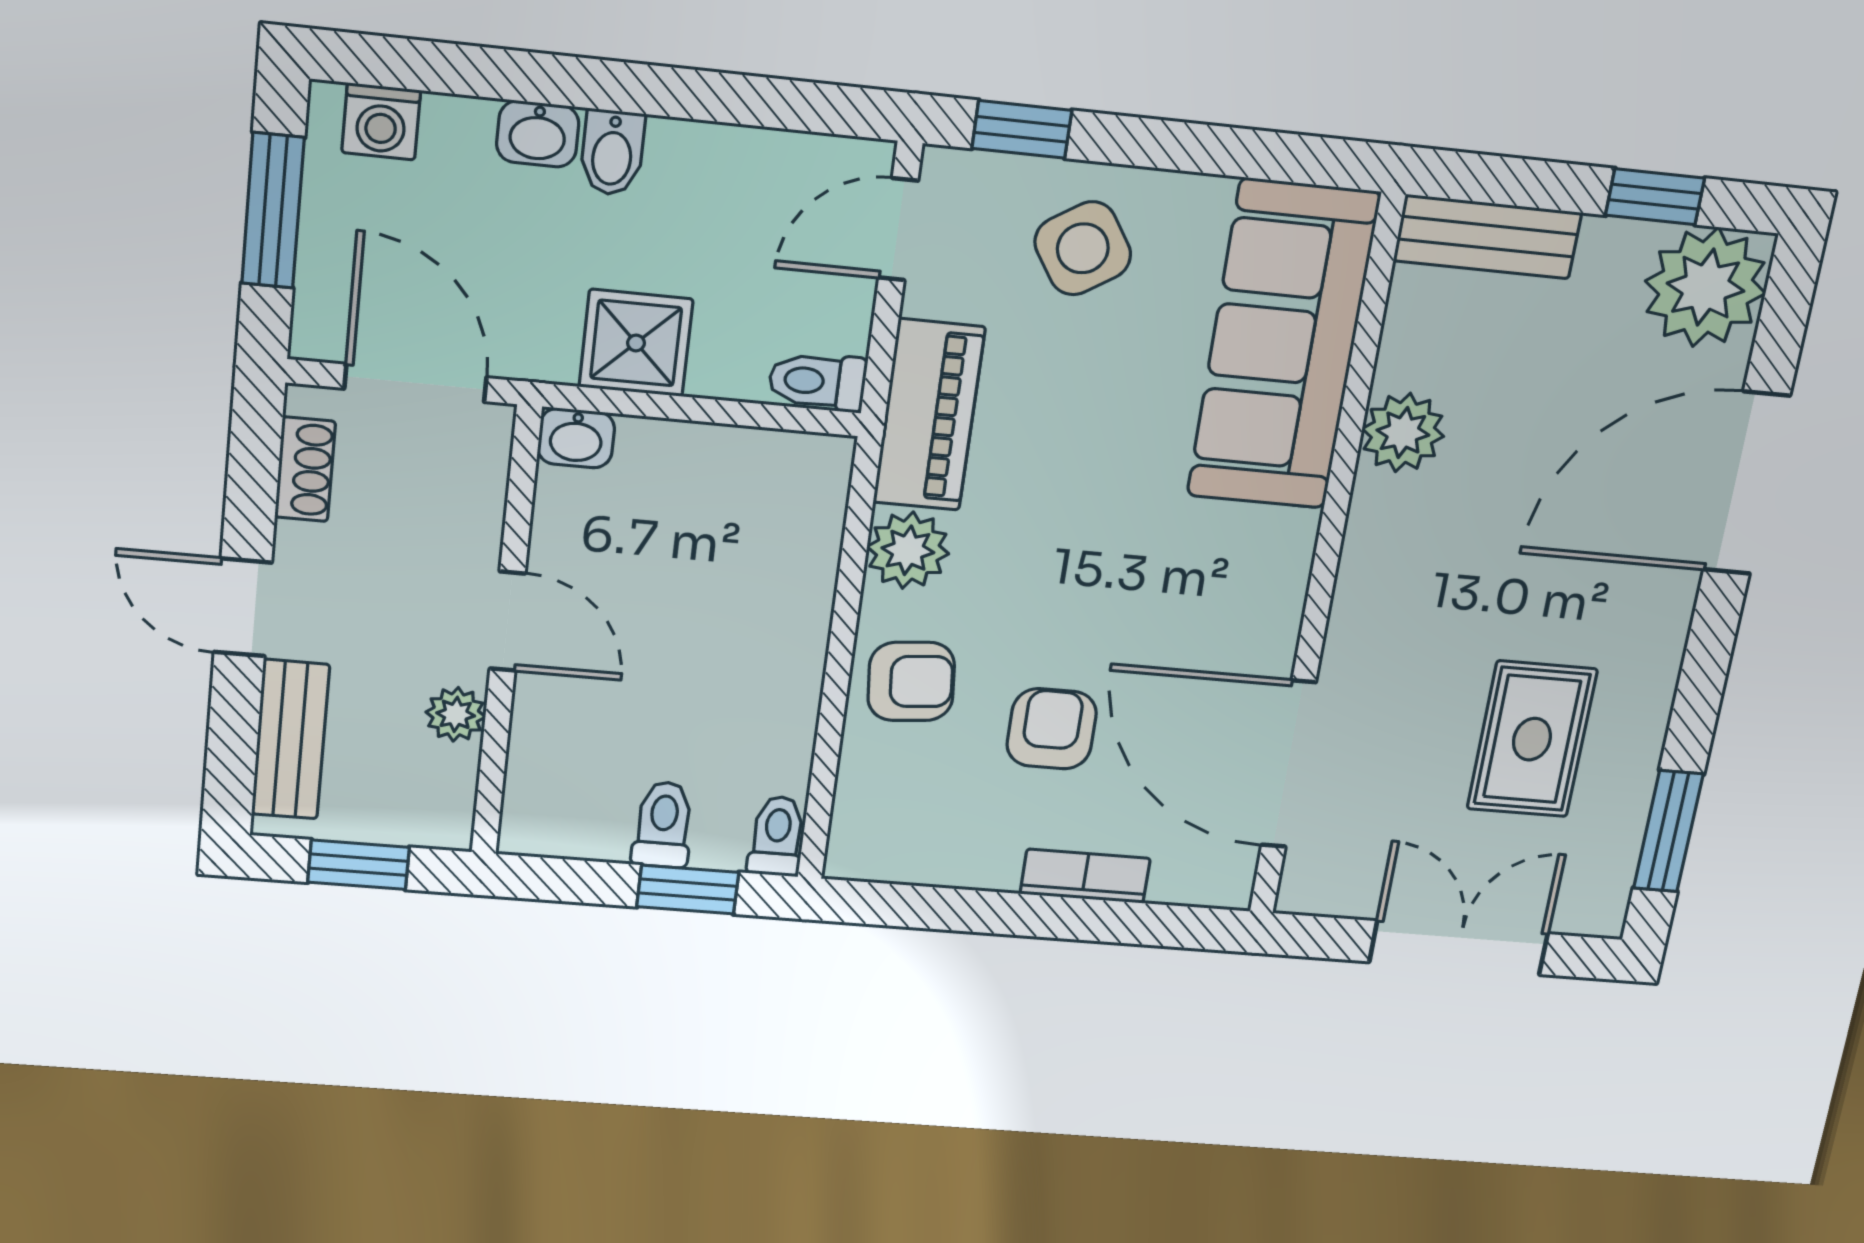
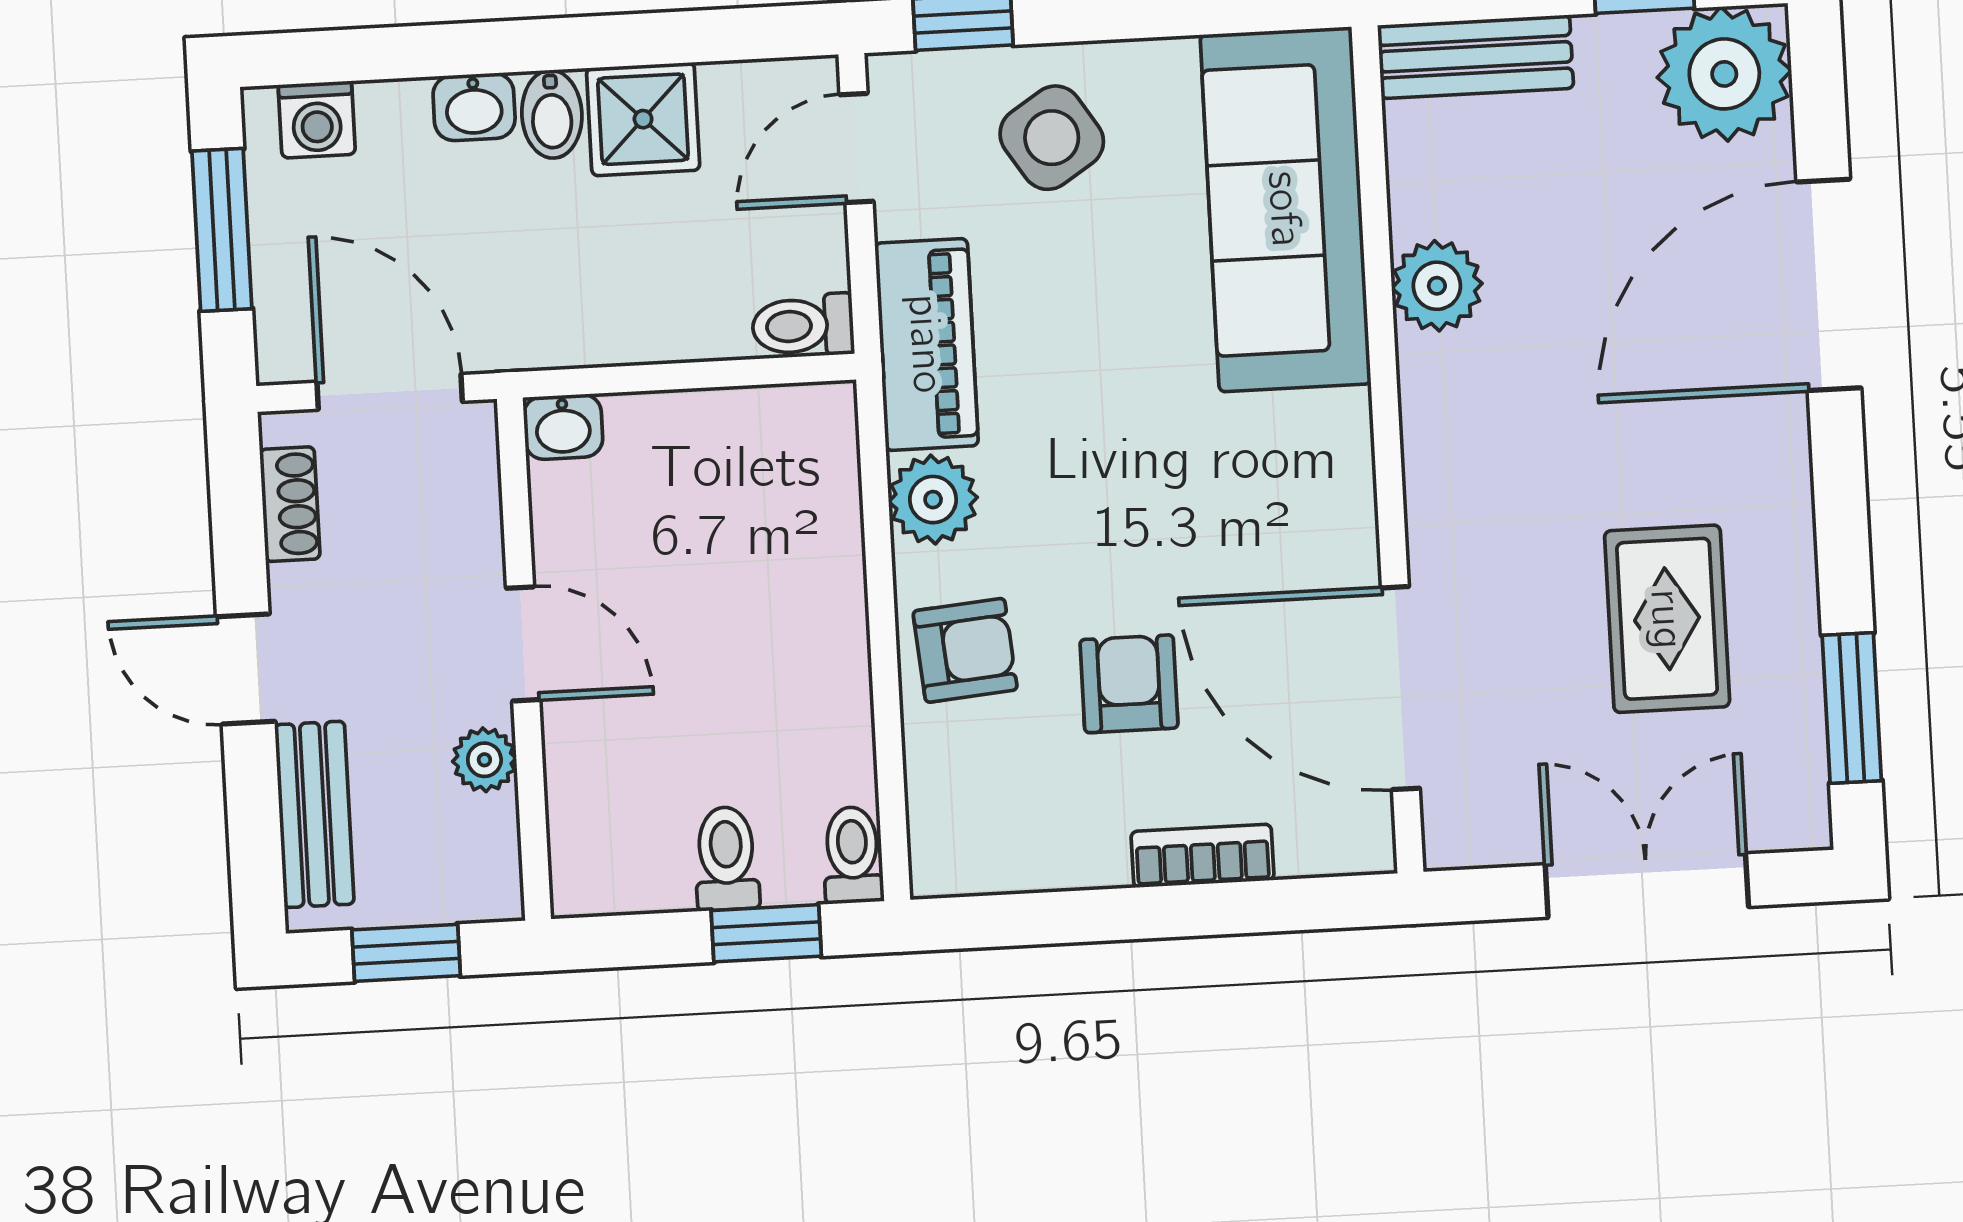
shower: (636, 343) -> (643, 119), moved

